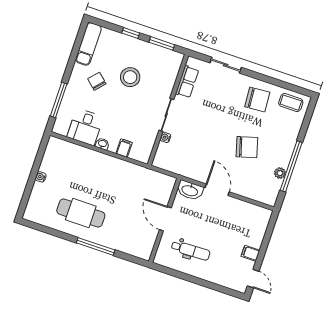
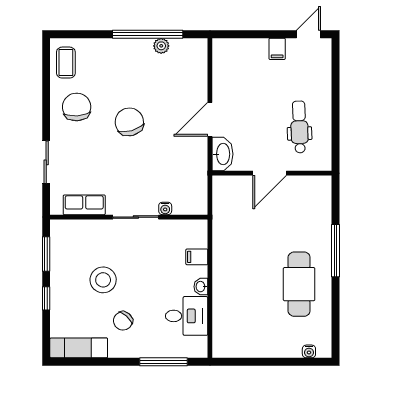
chair: (247, 147) -> (129, 122), moved
water cooler: (41, 177) -> (309, 351), moved

